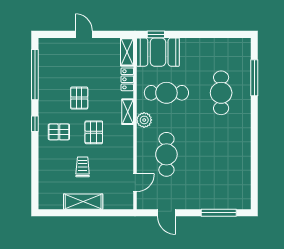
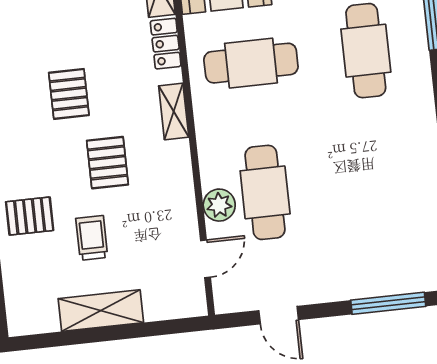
plant: (144, 120) -> (219, 205), moved
pallet: (59, 132) -> (30, 216), moved

